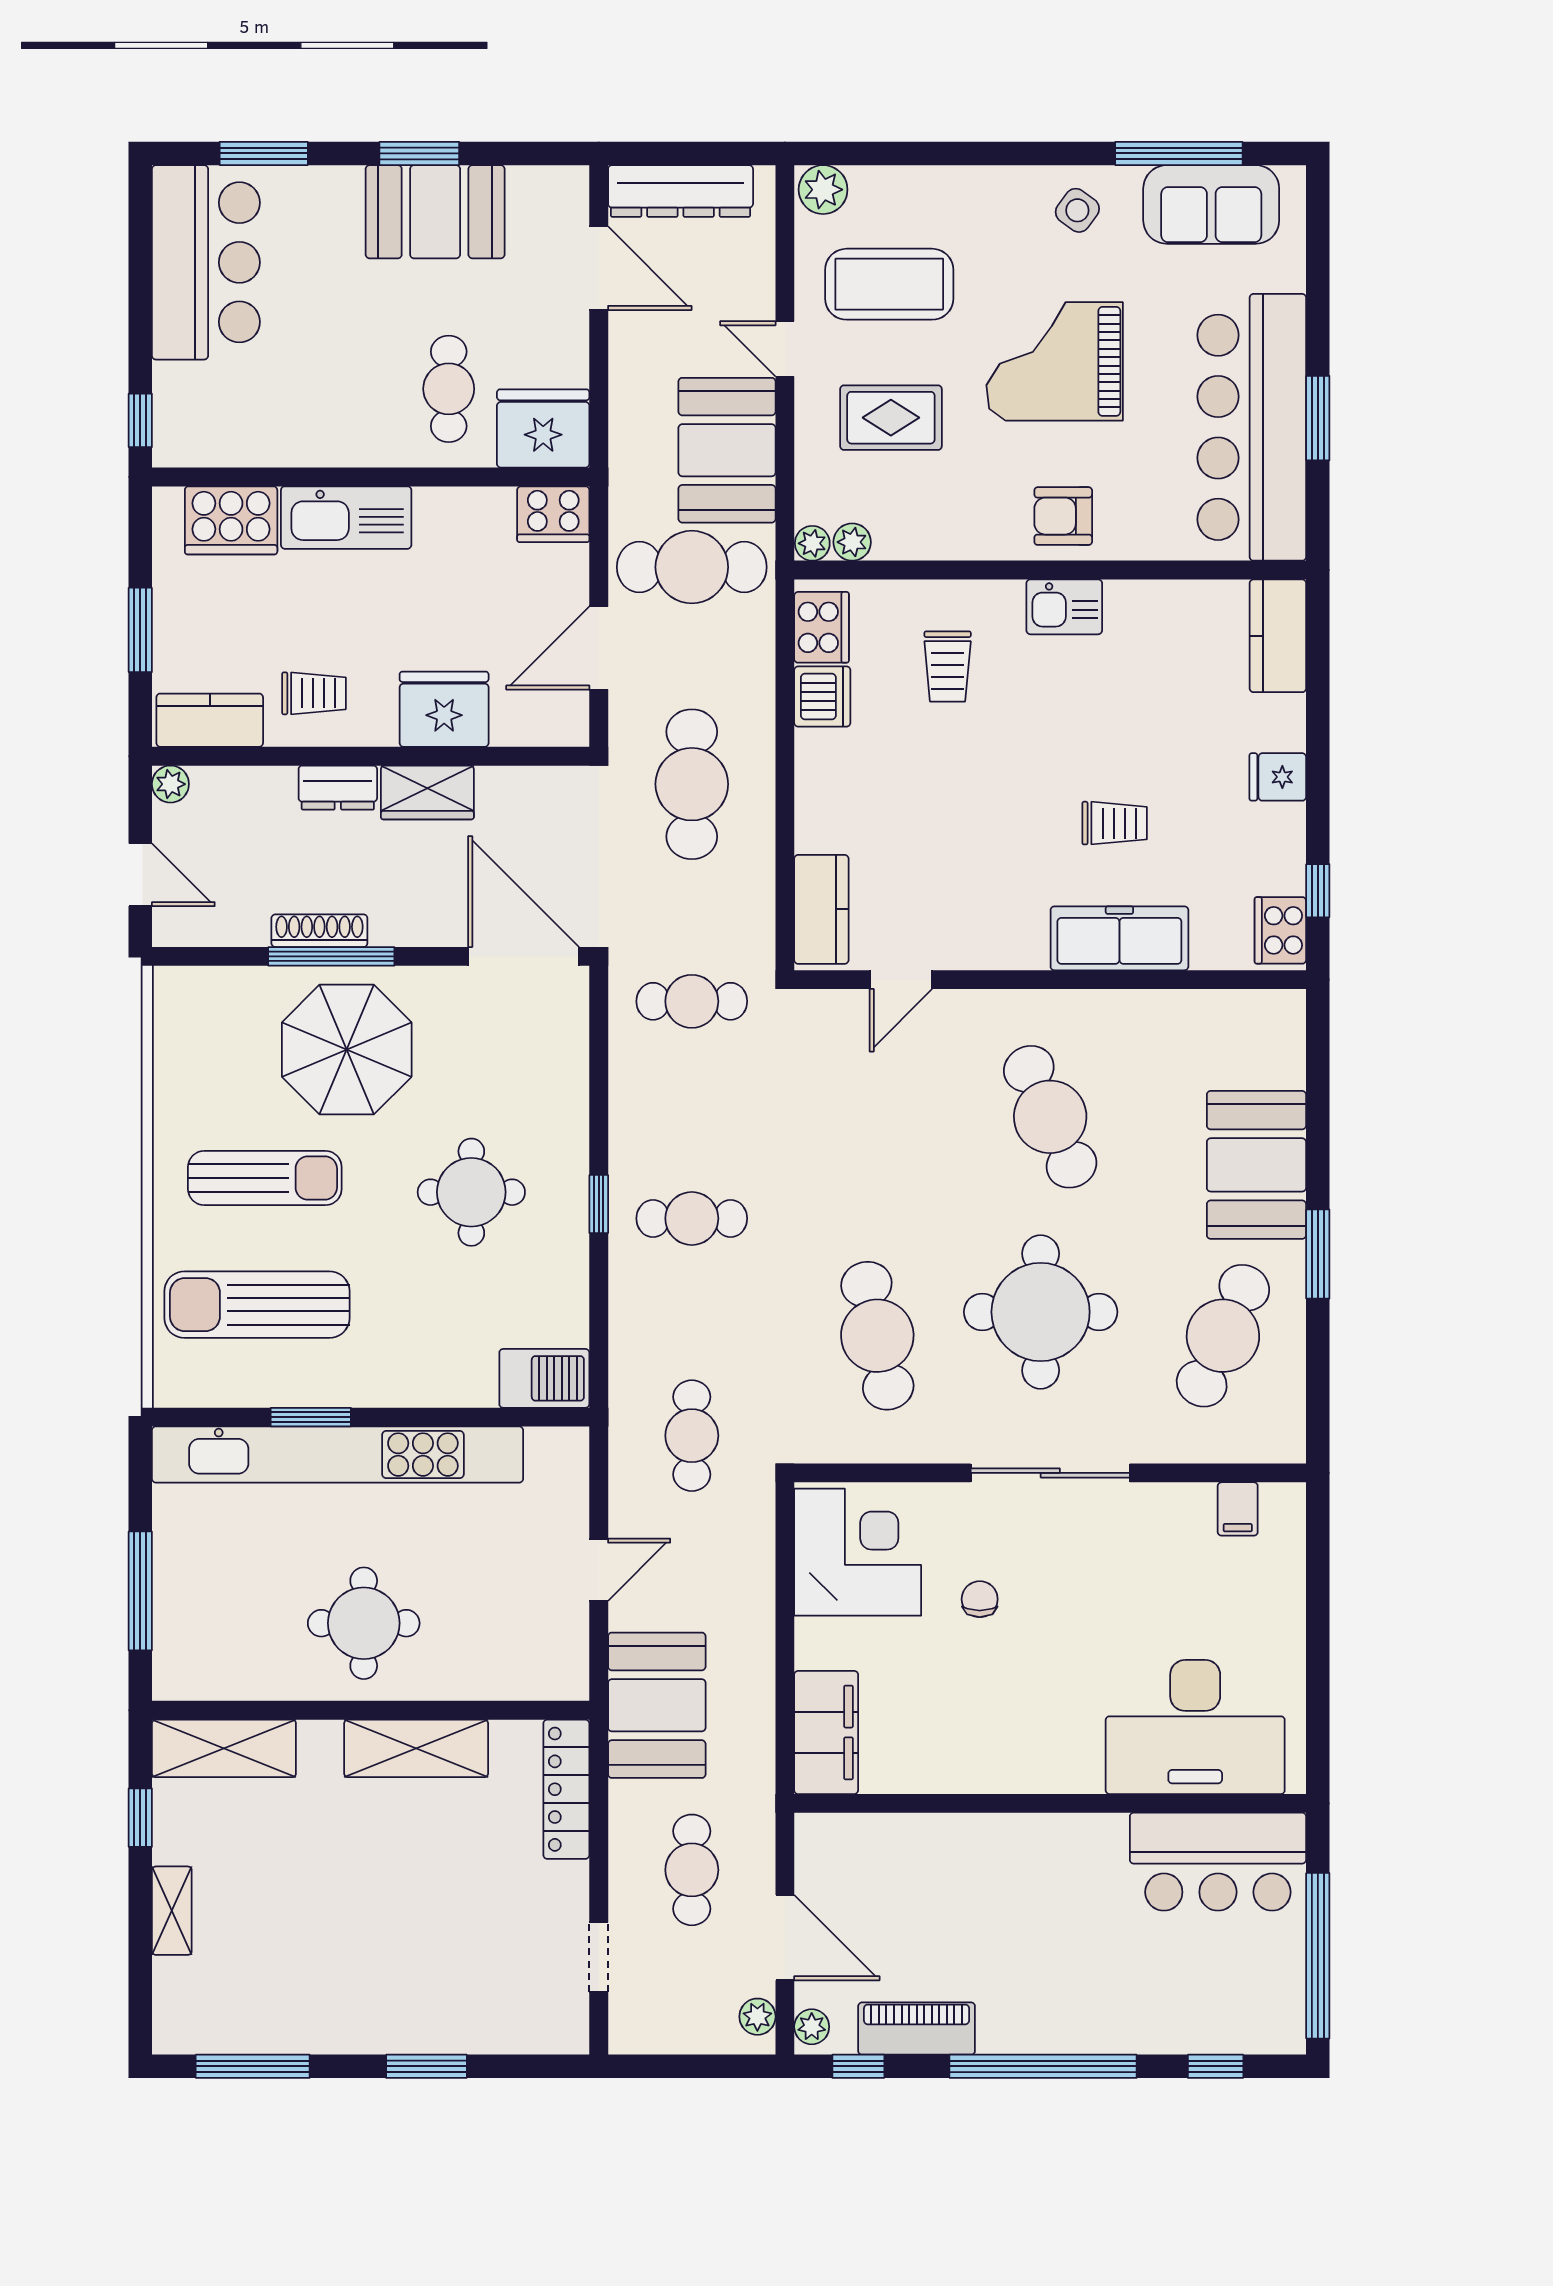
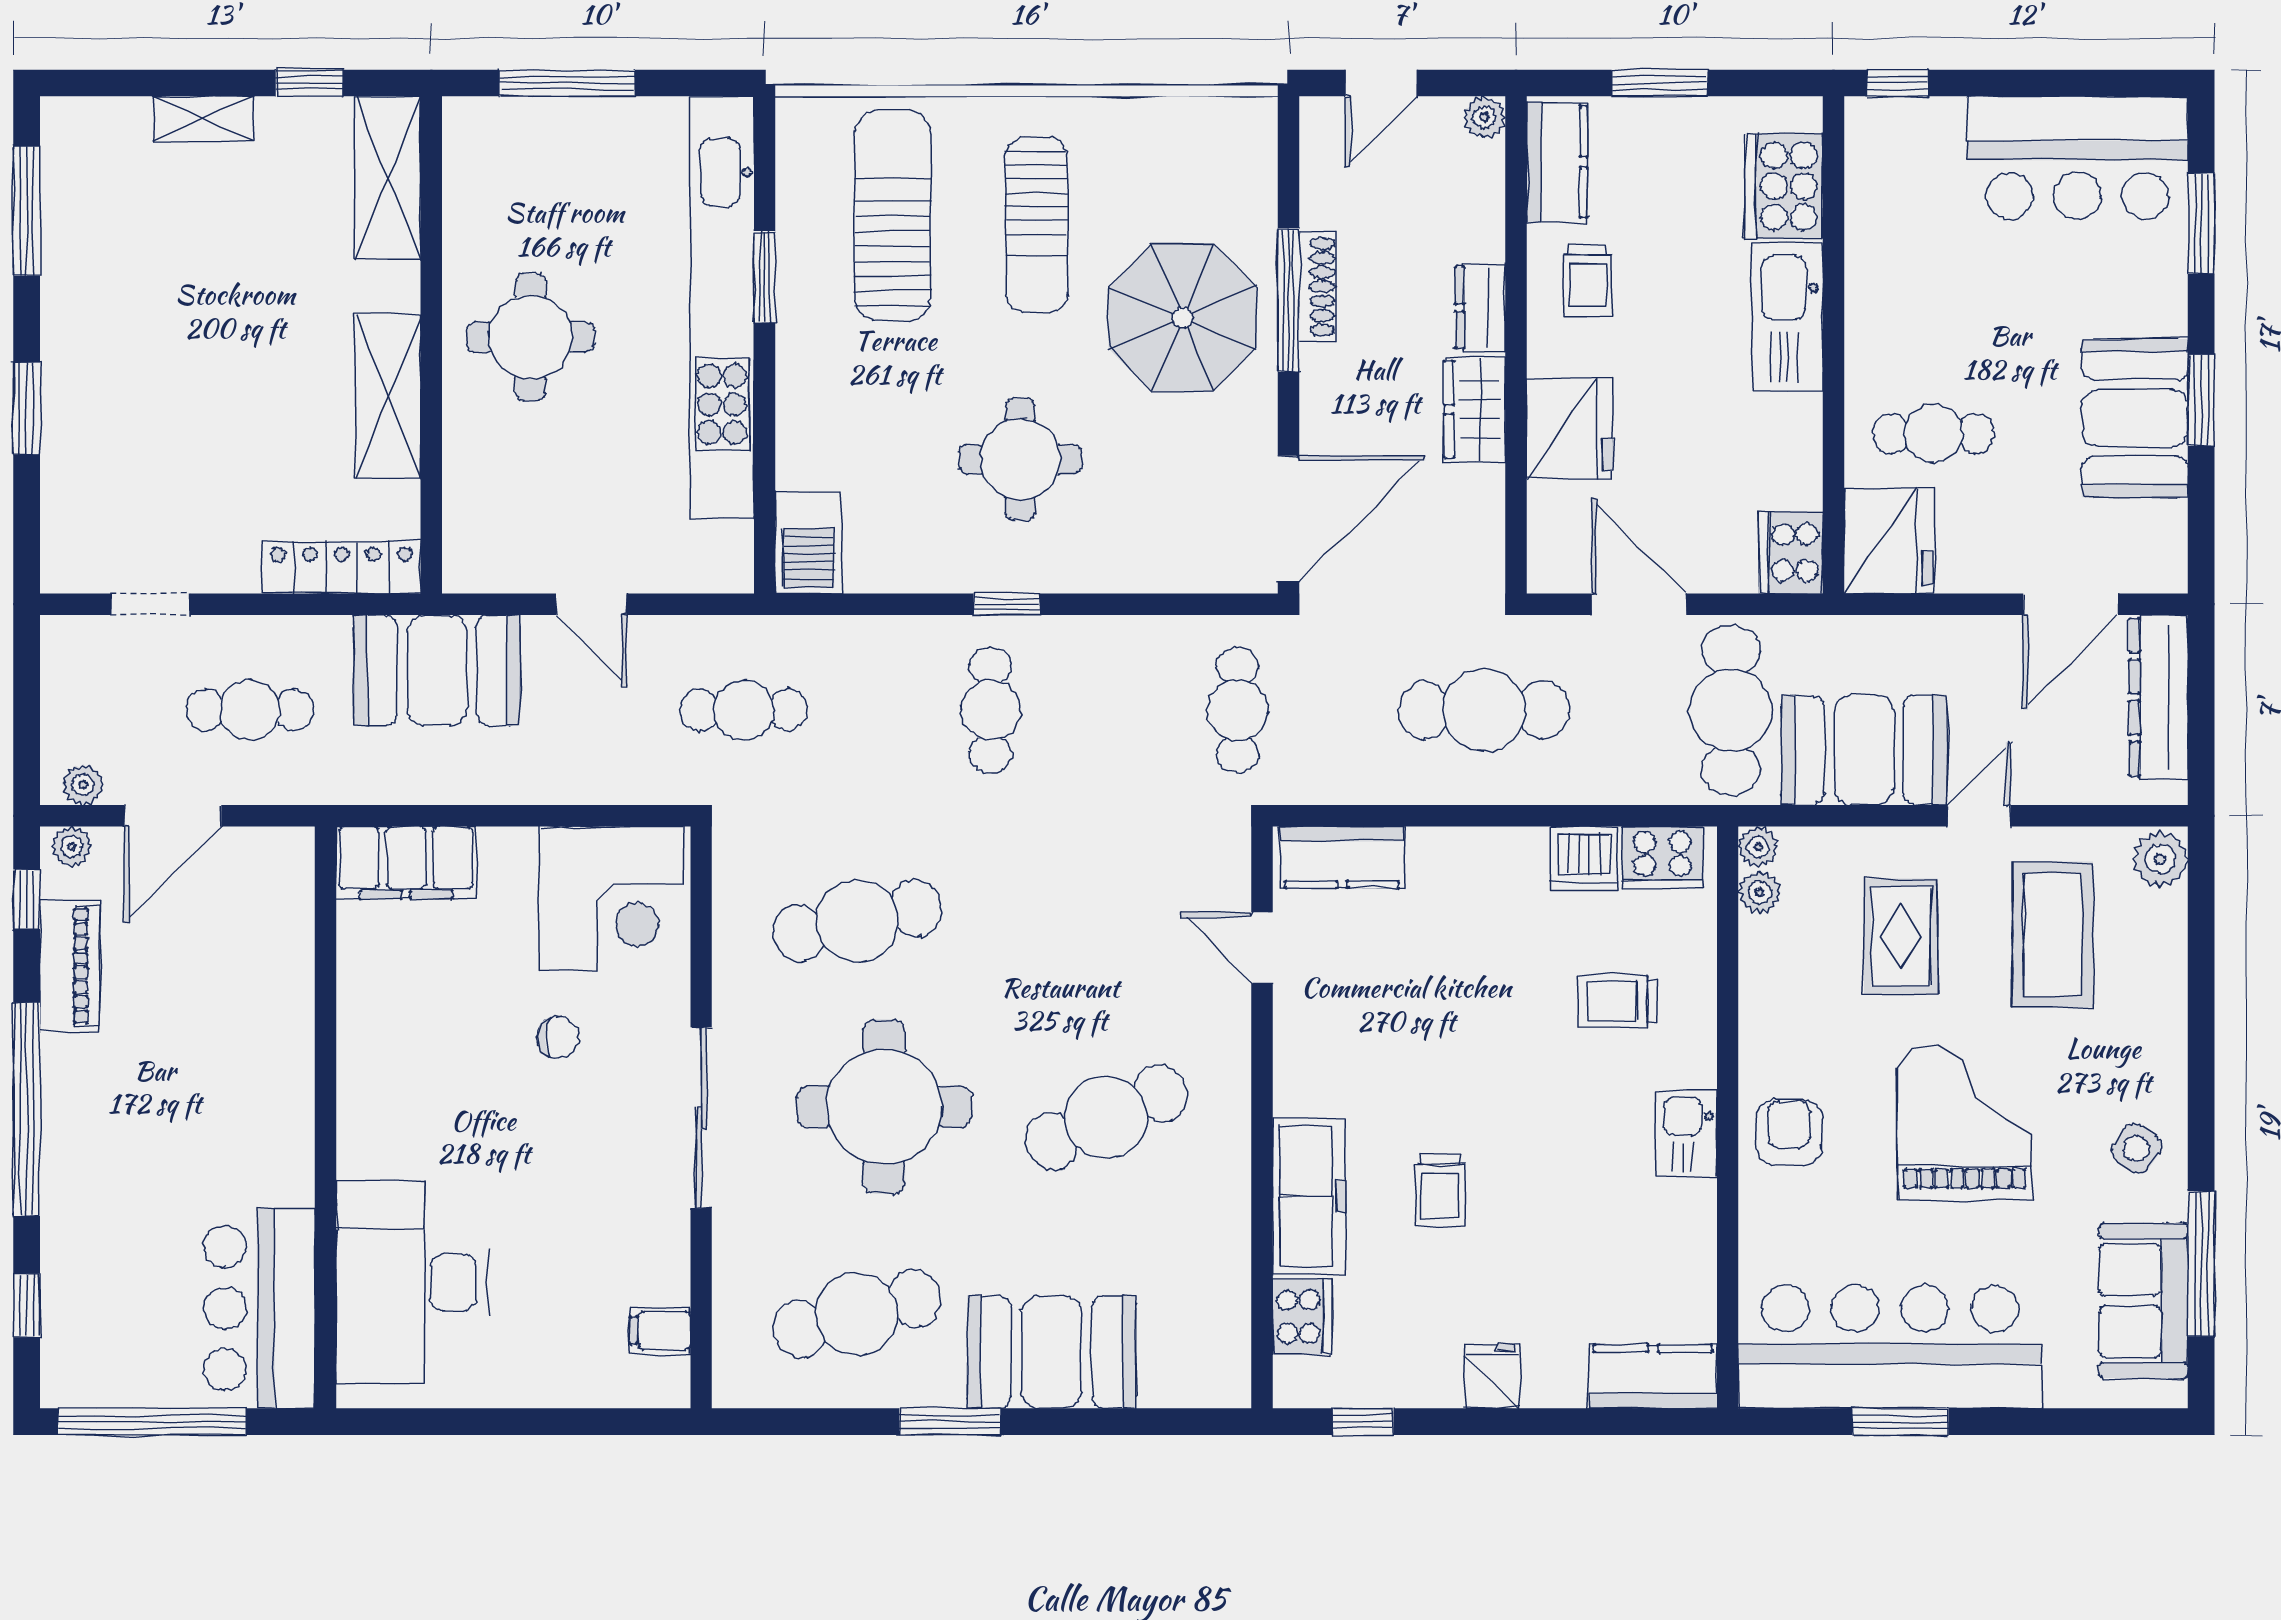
cooker: (1280, 930) -> (1302, 1317), moved, turned 90
cafe table: (1223, 1336) -> (857, 1314), turned -39

